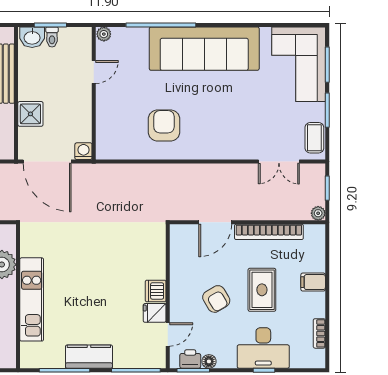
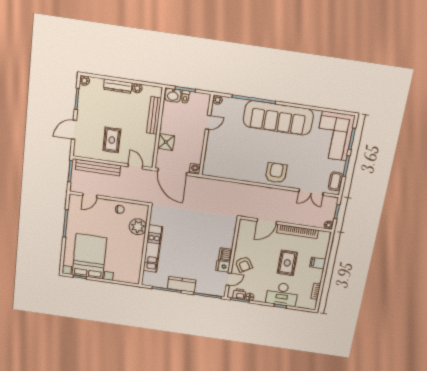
armchair: (164, 125) -> (276, 173), moved
armchair: (216, 299) -> (244, 264), moved

